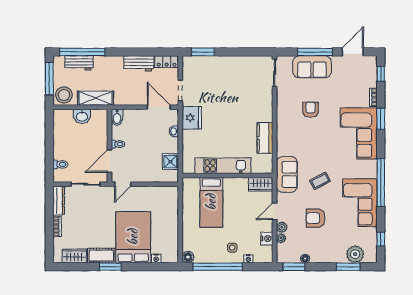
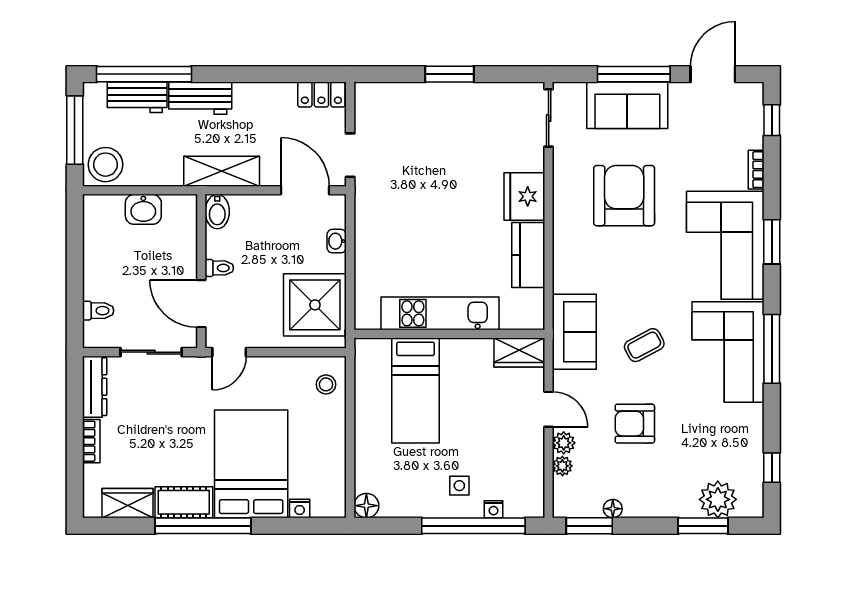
window: (203, 52) -> (450, 74), moved
workbench: (139, 63) -> (200, 98), moved
shelving: (96, 98) -> (222, 171), moved
armchair: (311, 110) -> (624, 196), width x1.88, depth x1.88
fridge: (192, 118) -> (524, 196), moved, turned 180
window: (381, 119) -> (772, 242), moved
door: (109, 161) -> (201, 304), hinge flipped
shower: (170, 162) -> (315, 305), width x1.86, depth x1.86
window: (381, 183) -> (772, 349), width x0.68
stool: (169, 199) -> (326, 384), added
corner sofa: (360, 203) -> (728, 352), moved
door: (275, 211) -> (549, 409), swing flipped
nightstand: (267, 239) -> (532, 467), removed
window: (110, 267) -> (203, 526), width x2.11
window: (218, 267) -> (473, 526), moved

